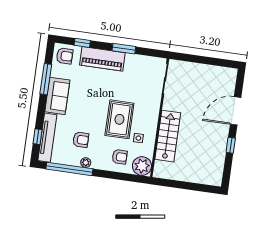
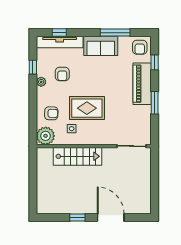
armchair: (120, 157) -> (51, 113), turned -88
window: (69, 169) -> (33, 67), width x0.32

